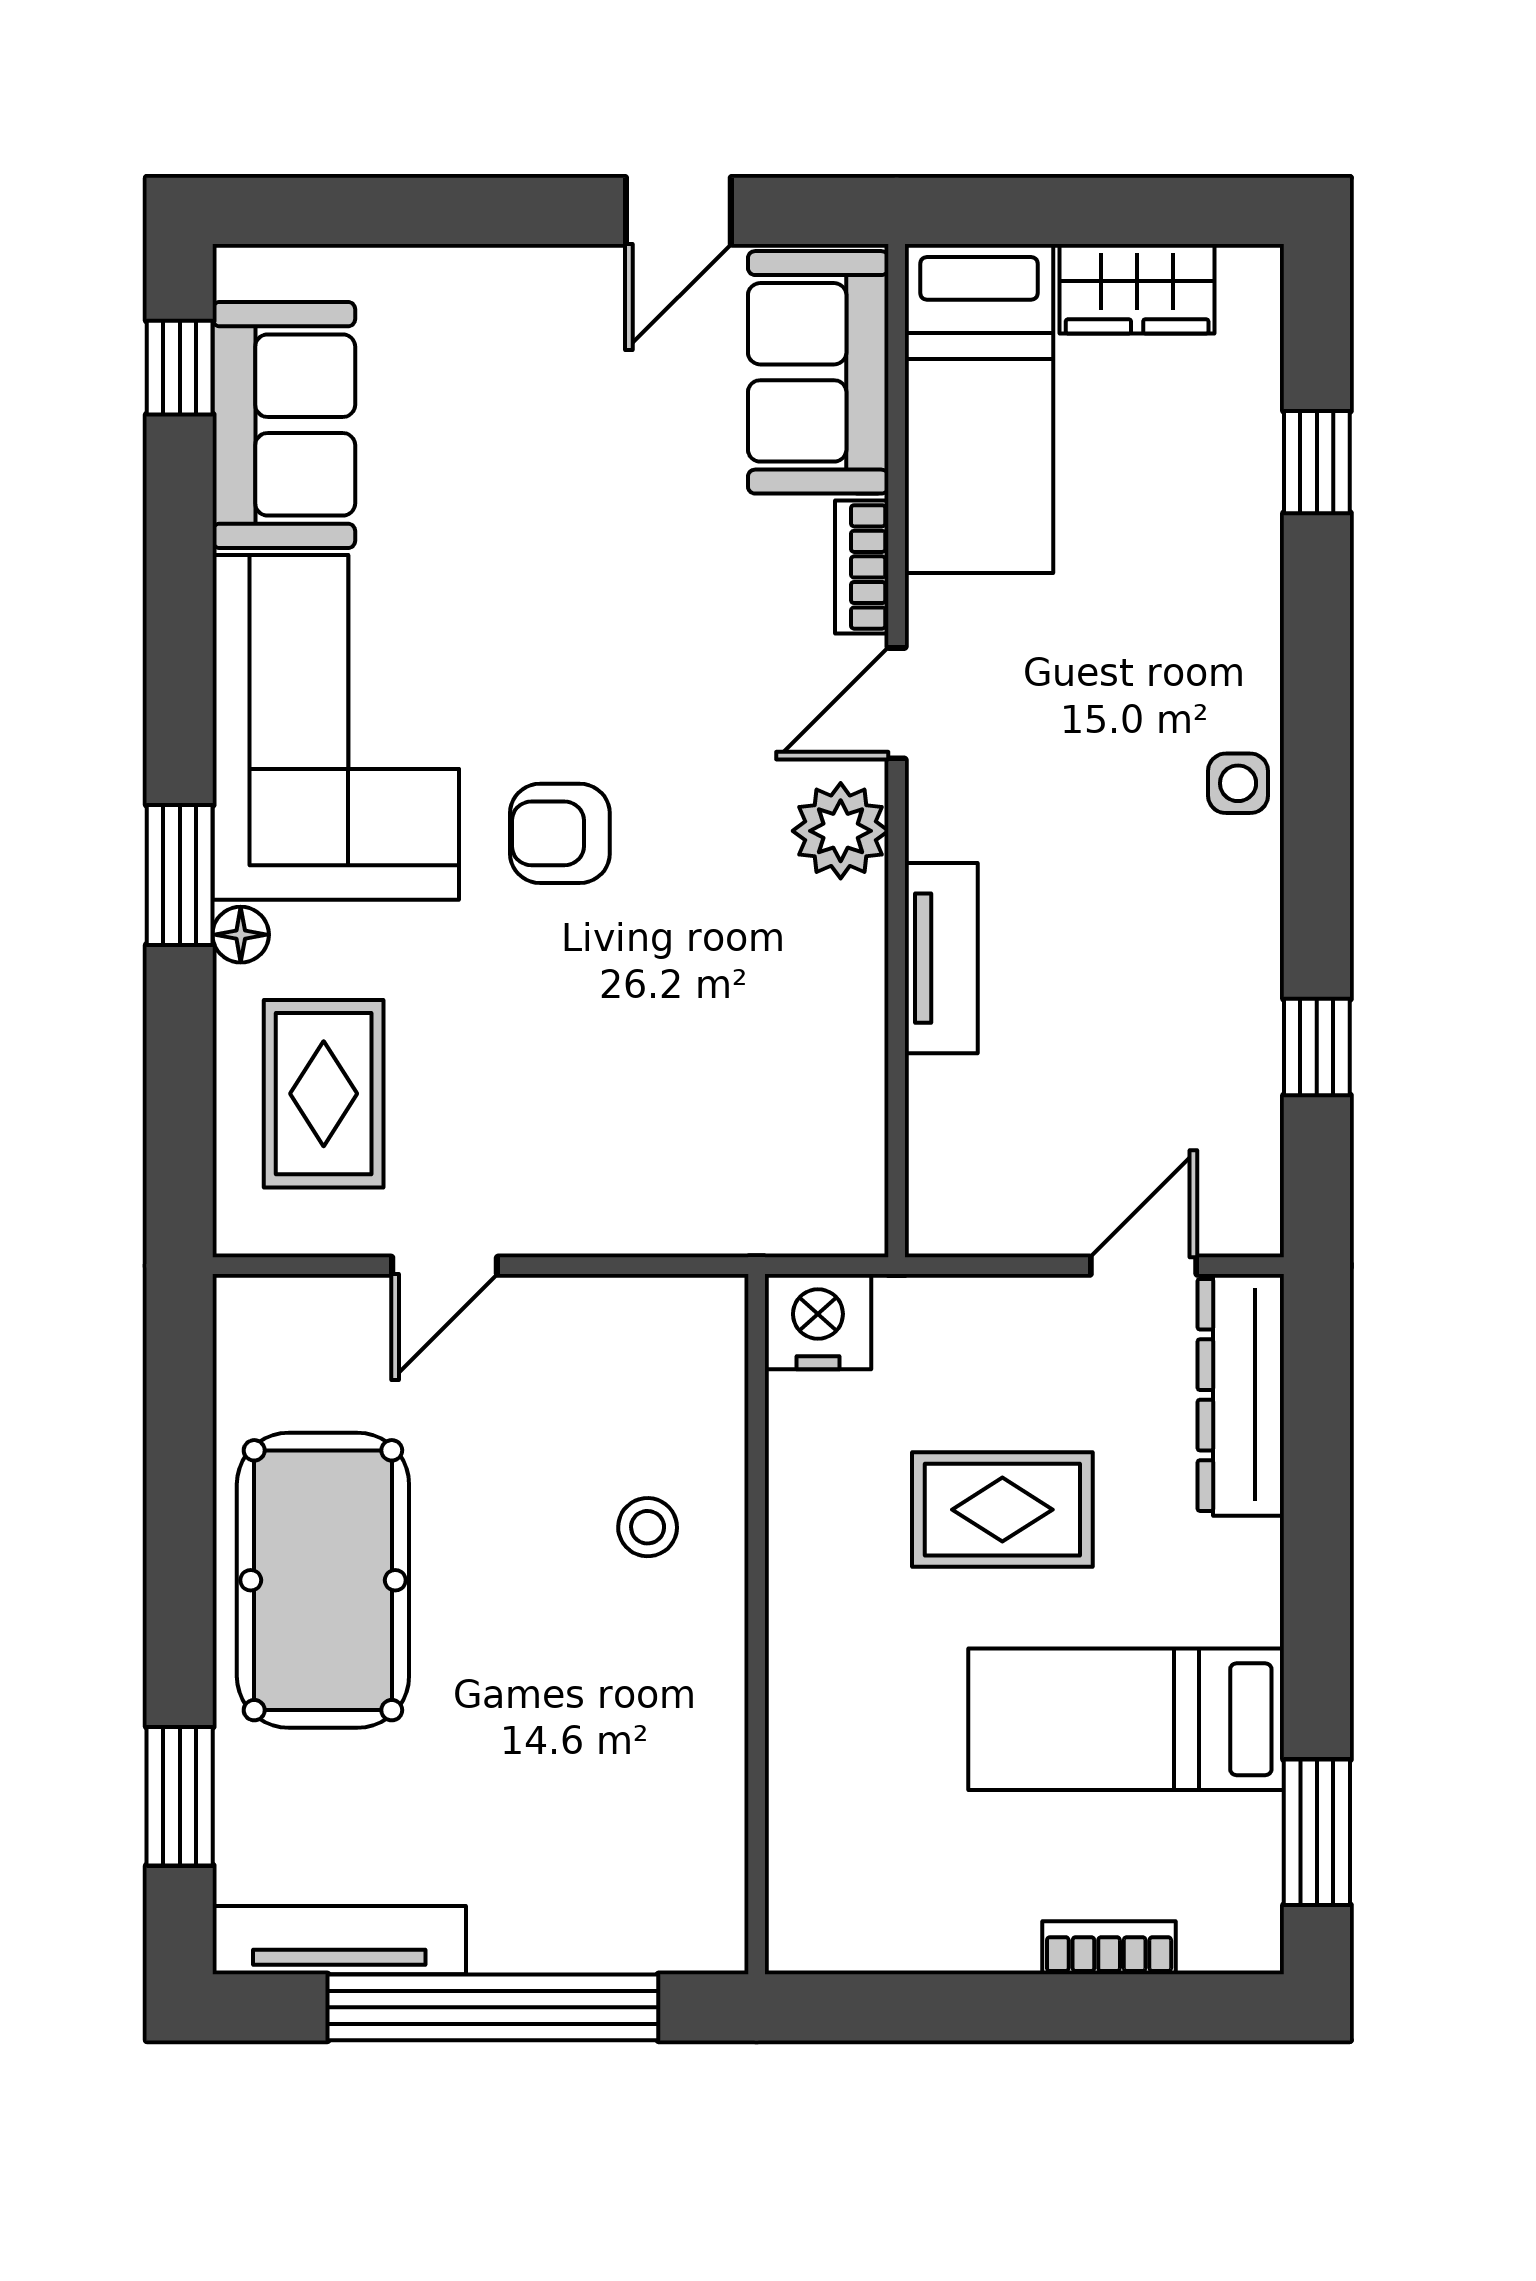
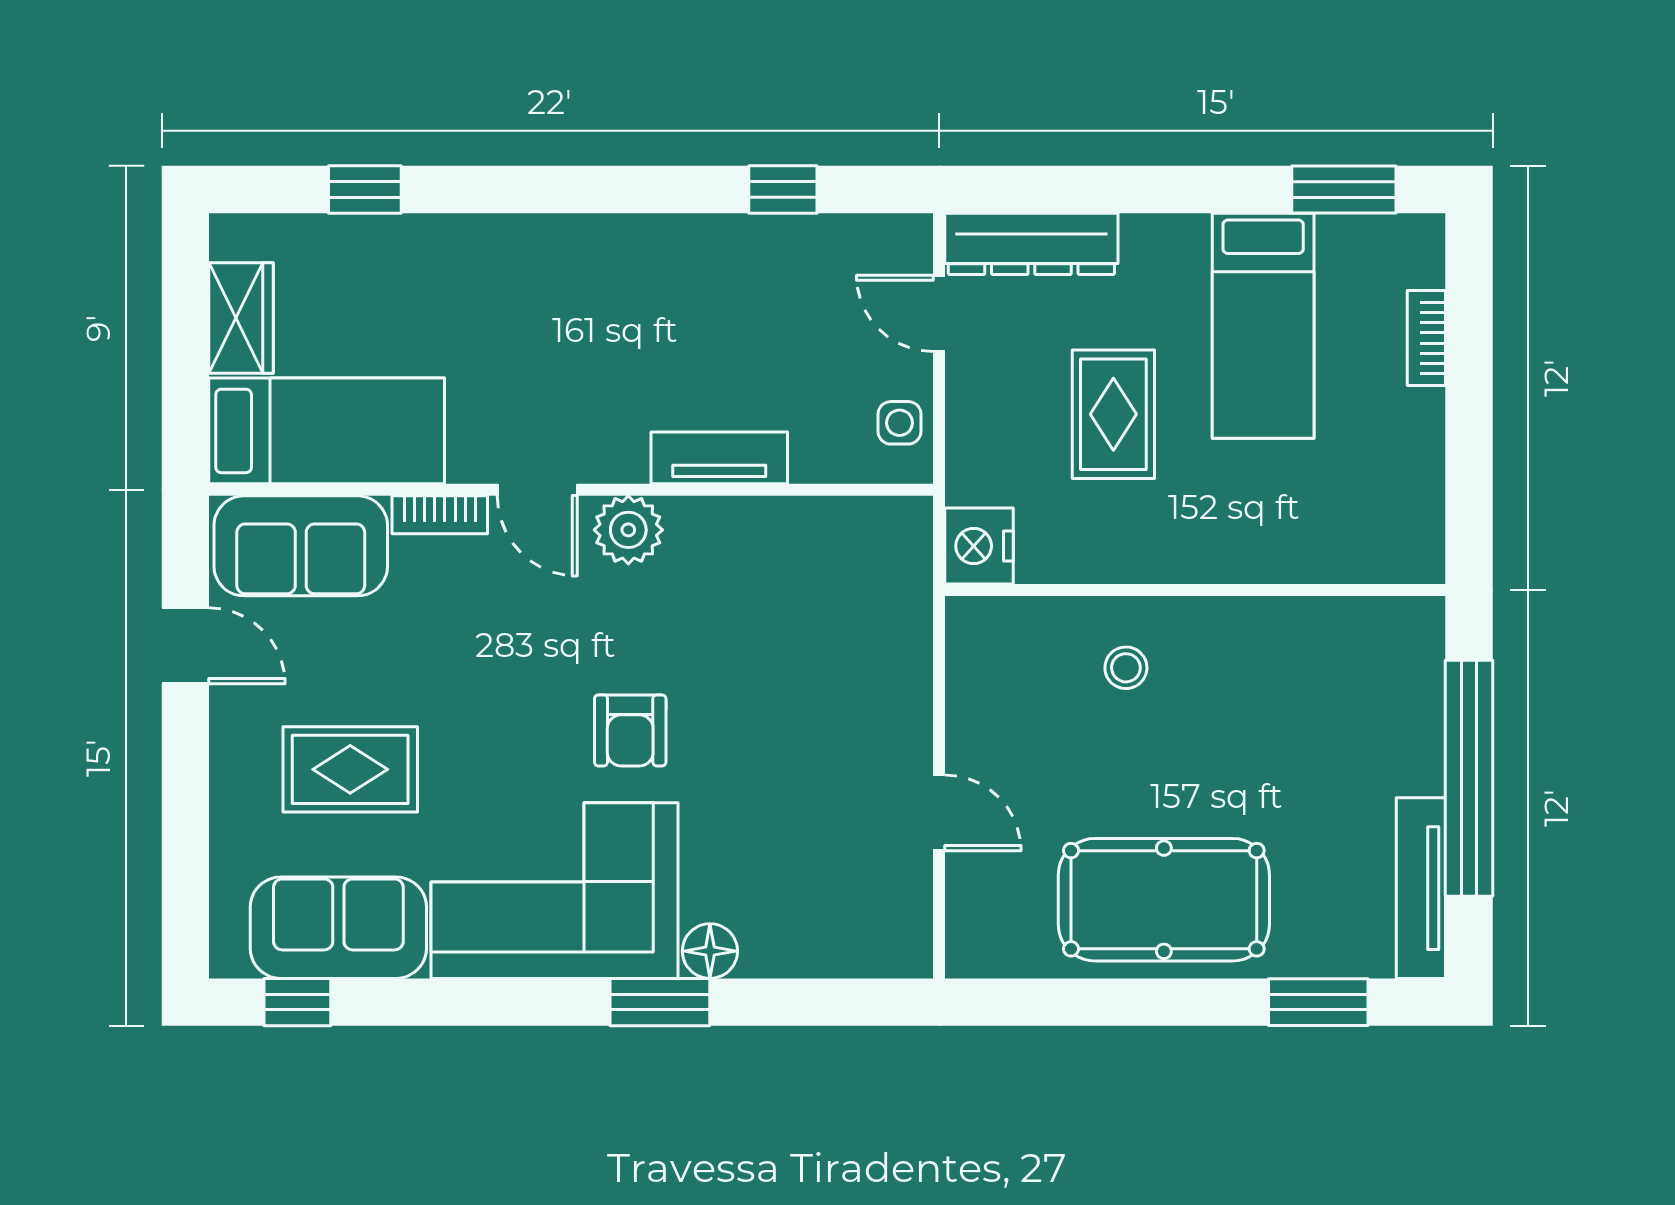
side table: (1238, 783) -> (900, 423), moved
floor lamp: (241, 935) -> (710, 951), width x1.37, depth x1.37
rug: (324, 1094) -> (350, 769), moved

